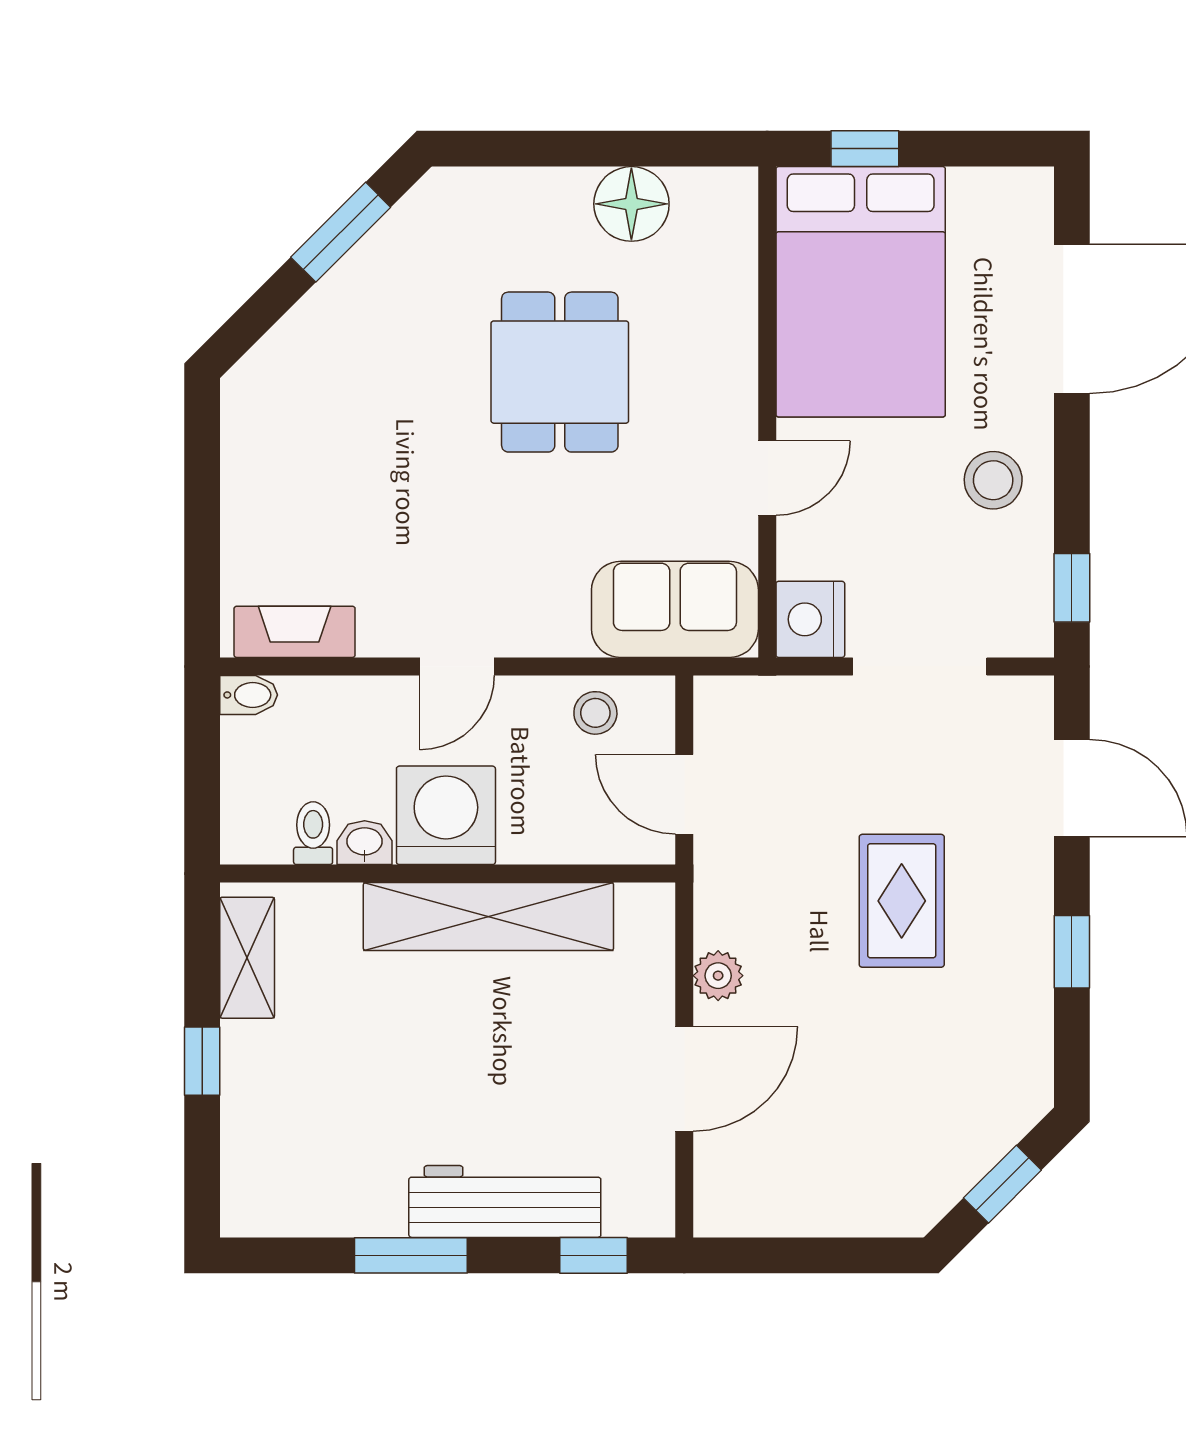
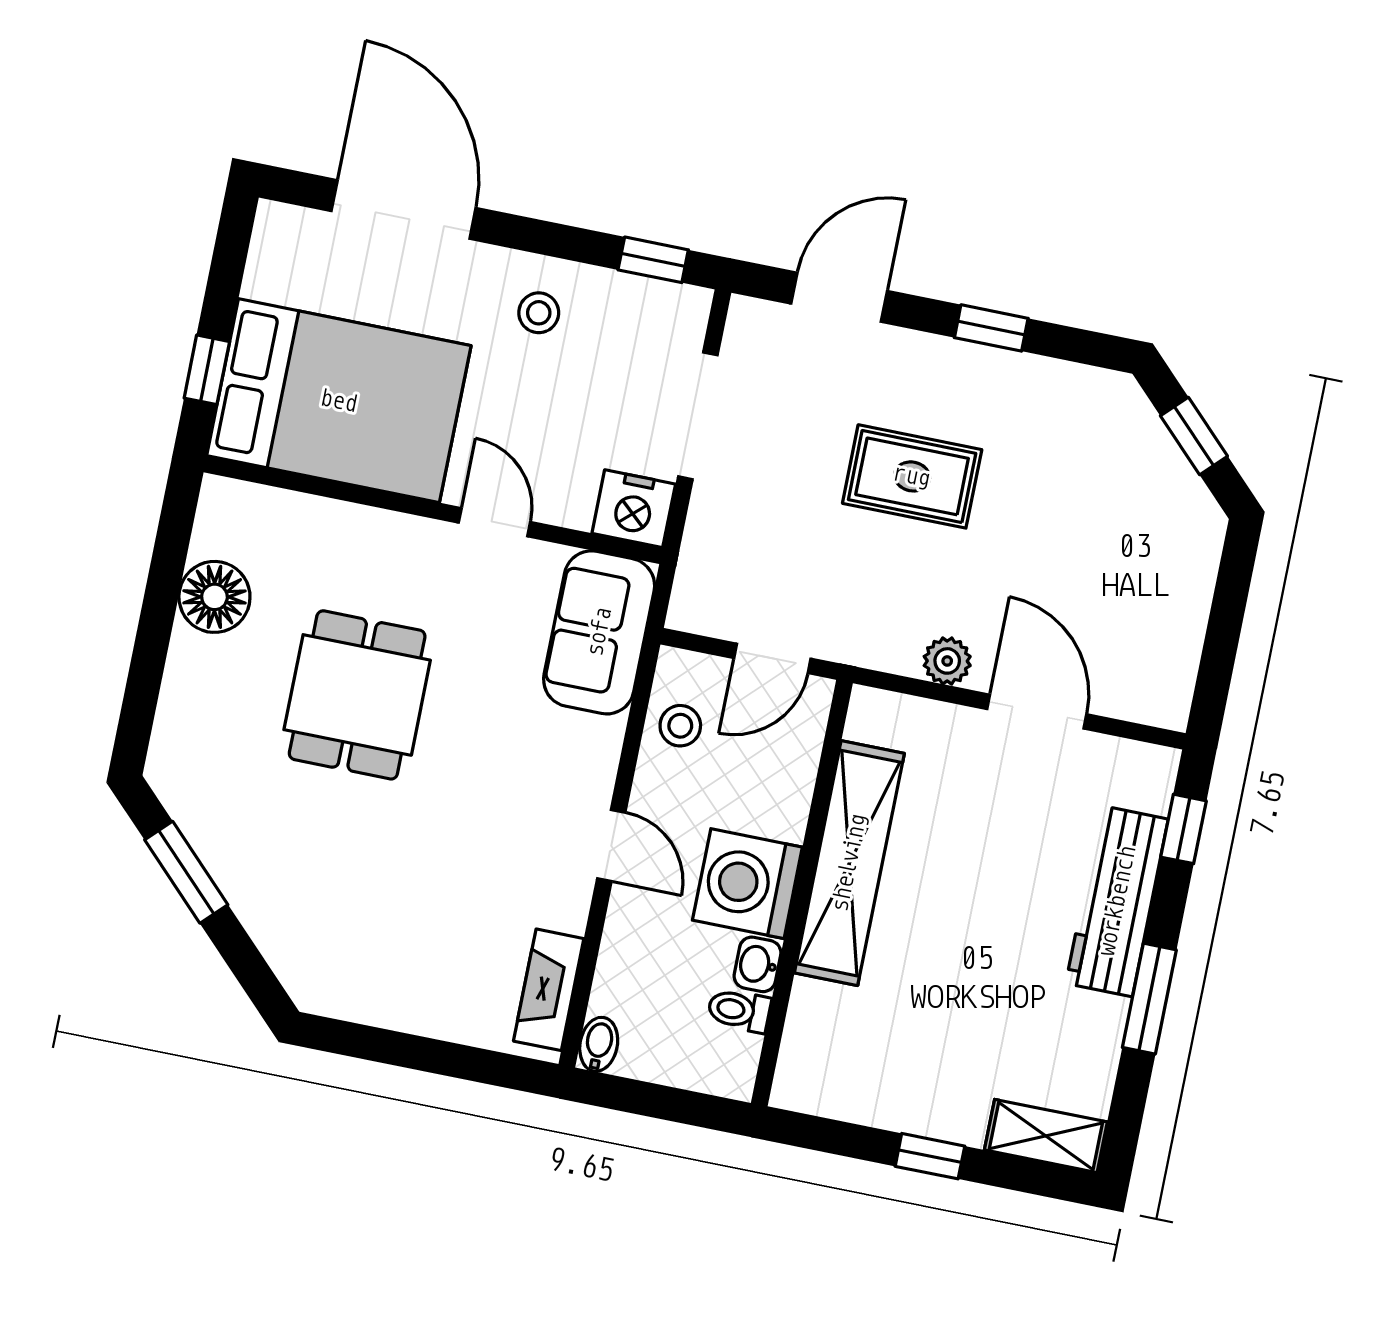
dining table: (560, 372) -> (357, 695), turned 90
stool: (993, 480) -> (539, 313), width x0.73, depth x0.73
shelving: (247, 958) -> (1046, 1136), moved

